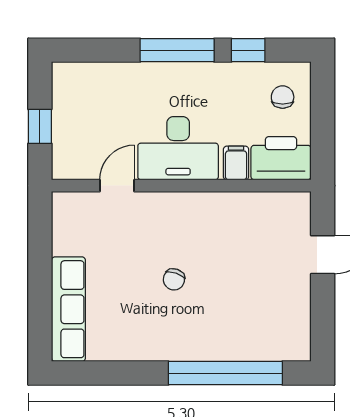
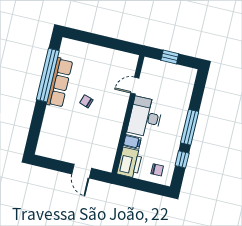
door: (117, 186) -> (135, 86), swing flipped
row of seats: (68, 309) -> (60, 83), moved, turned -90
window: (225, 373) -> (48, 75), moved

